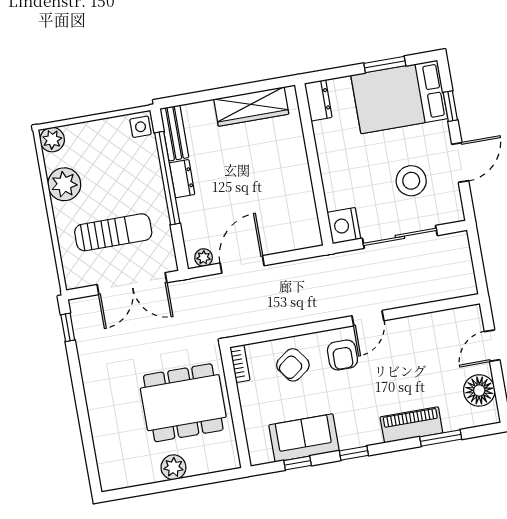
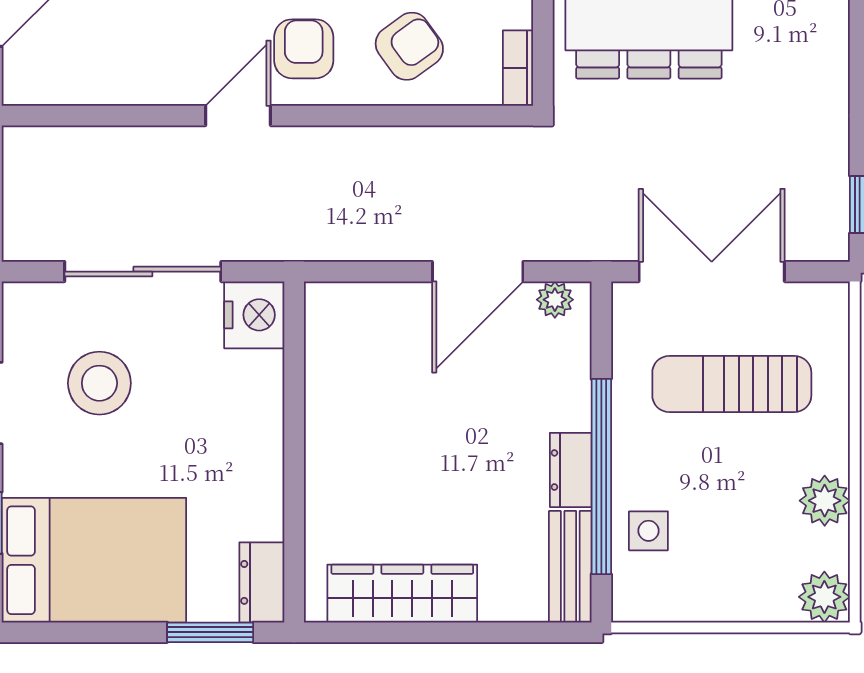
window: (385, 64) -> (210, 632), moved
side table: (141, 127) -> (648, 531), moved
plant: (64, 184) -> (825, 501), width x0.73, depth x0.73

